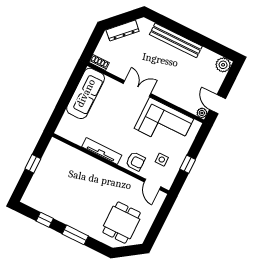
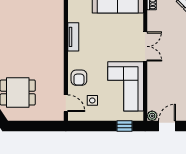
tv unit: (102, 151) -> (73, 37), width x0.71
window: (188, 164) -> (124, 126), moved
door: (152, 184) -> (66, 103), swing flipped

